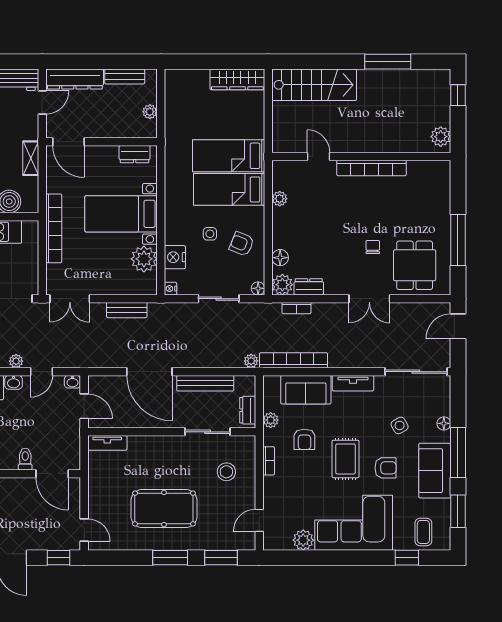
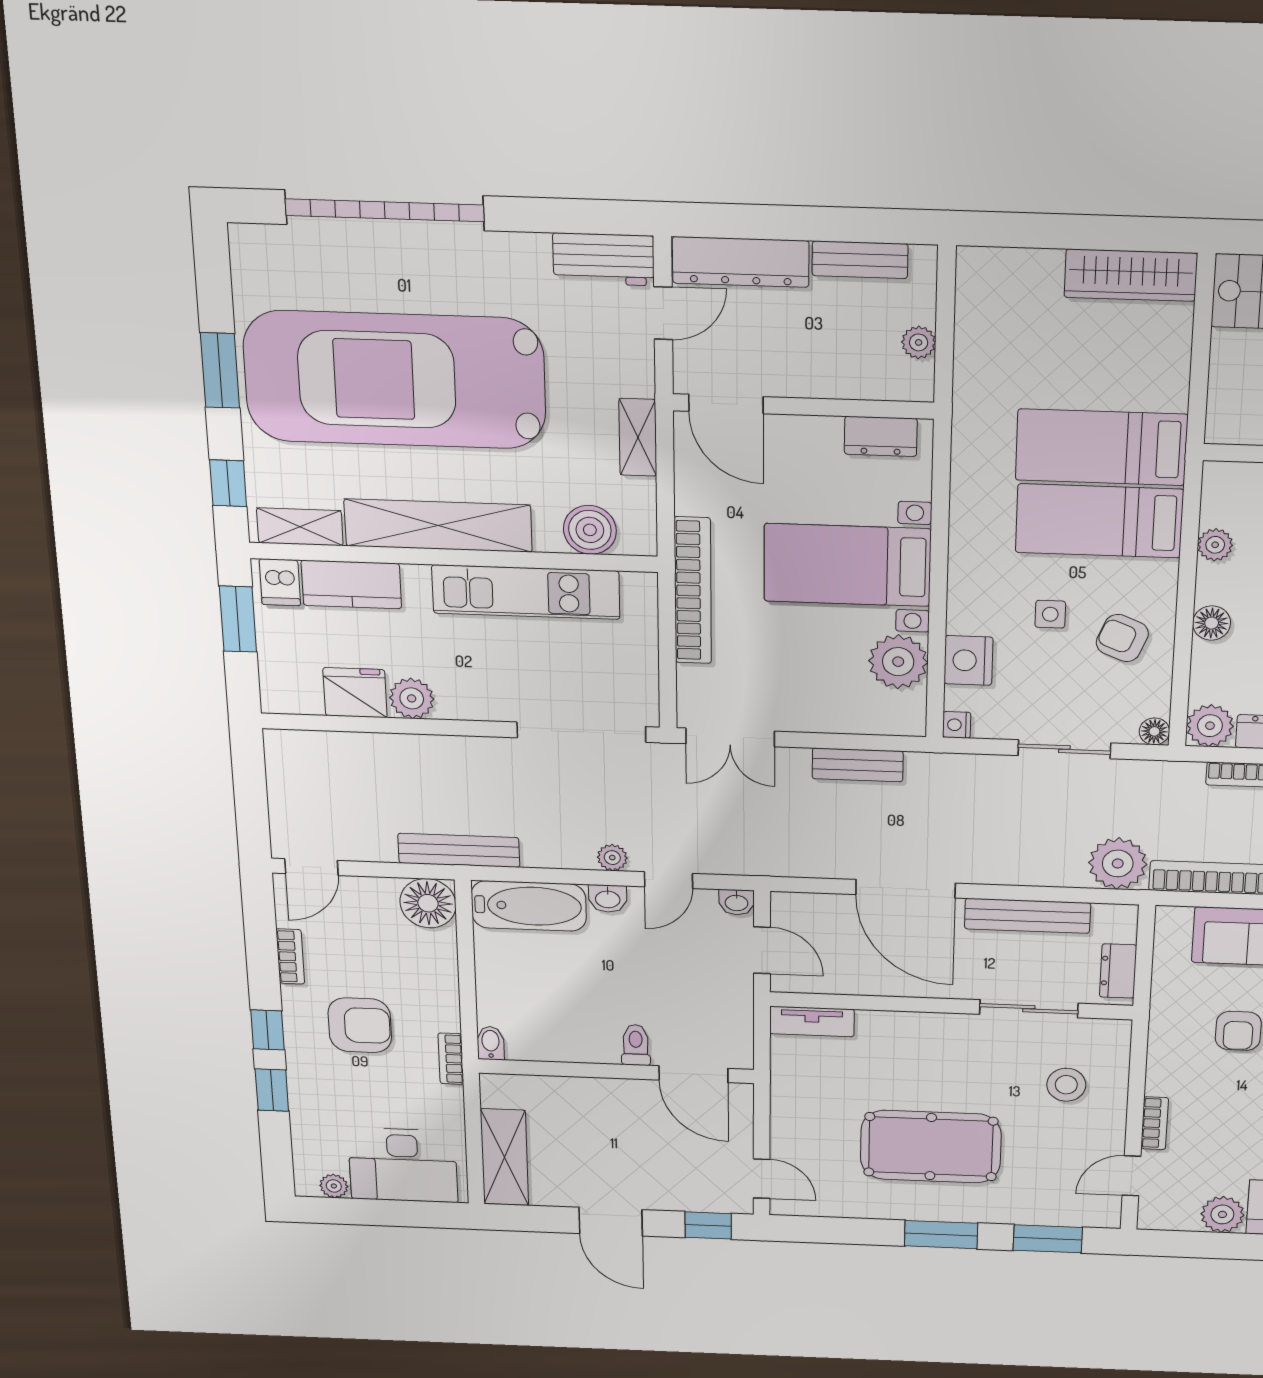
floor lamp: (280, 258) -> (1212, 623), moved
plant: (251, 361) -> (1118, 863), width x1.88, depth x1.88
plant: (271, 420) -> (1167, 992), removed
bookcase: (269, 461) -> (1155, 1123), moved

